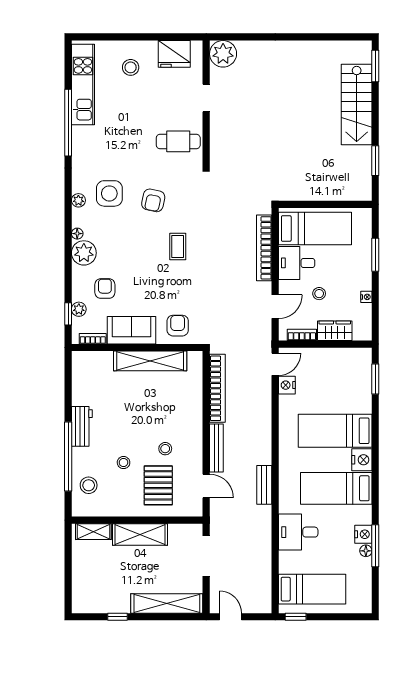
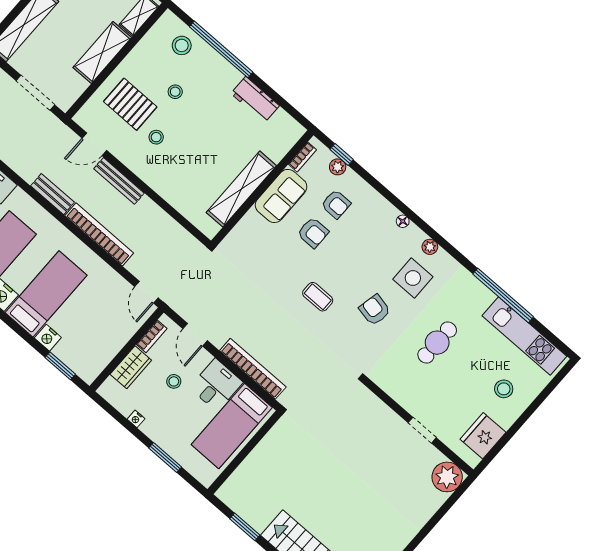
cafe table: (178, 141) -> (437, 343), moved
plant: (84, 253) -> (381, 213), removed
armchair: (178, 326) -> (313, 233), moved
nightstand: (287, 385) -> (48, 338), moved, turned 180
bookcase: (217, 388) -> (99, 234), moved, turned 180
workbench: (82, 426) -> (255, 100), moved

